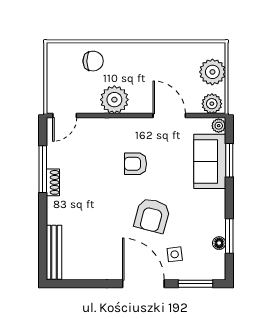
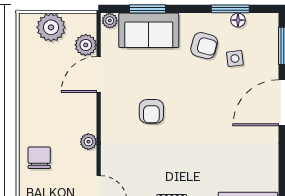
plant: (114, 100) -> (88, 142), width x0.53, depth x0.53
plant: (212, 104) -> (86, 45), moved
armchair: (152, 215) -> (204, 46), moved, width x0.72, depth x0.72
side table: (175, 254) -> (235, 59), moved

